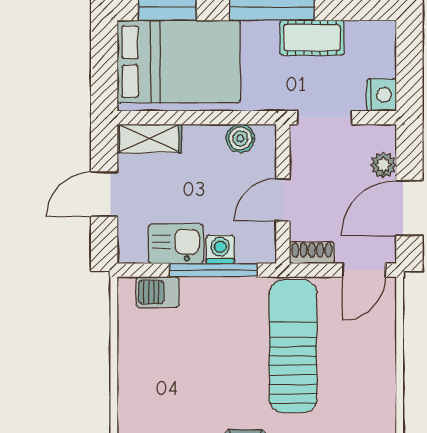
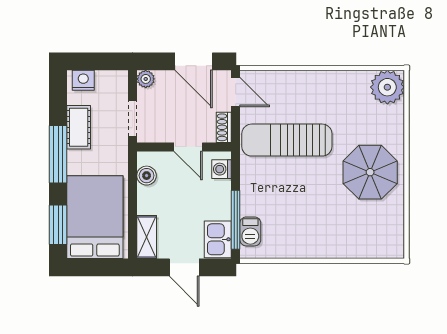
nightstand: (382, 95) -> (83, 80), moved
plant: (383, 165) -> (146, 79), moved
kitchen sink: (176, 244) -> (218, 239), moved
washing machine: (220, 250) -> (222, 169), moved
window: (213, 270) -> (236, 220), moved

